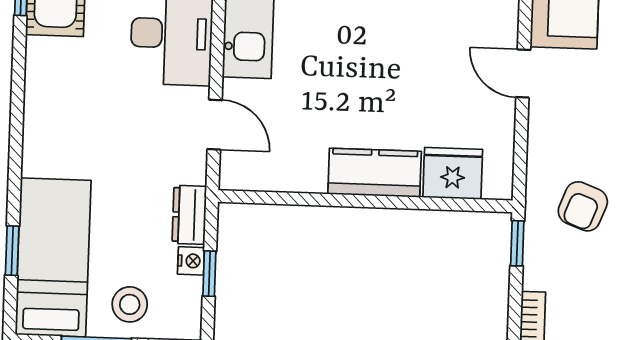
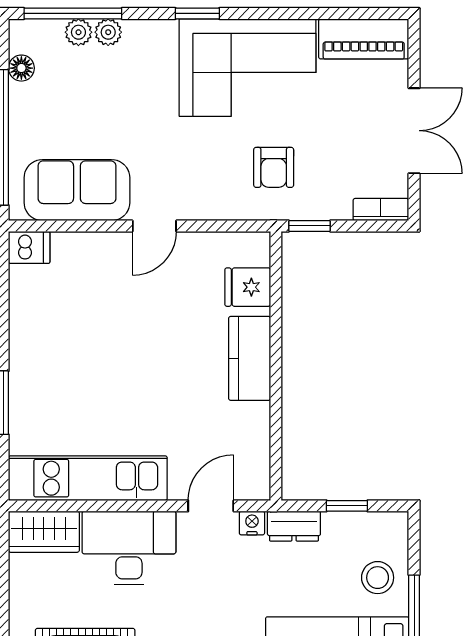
fridge: (453, 173) -> (248, 287), width x0.72
armchair: (583, 206) -> (274, 167), turned 69
nightstand: (191, 261) -> (252, 523), moved

